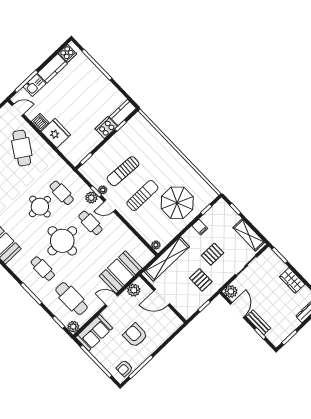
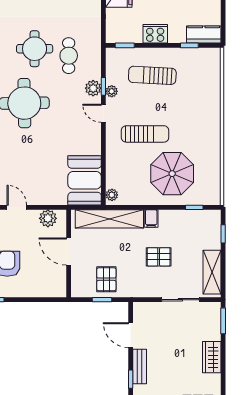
cooker: (106, 128) -> (155, 34), moved
sun lounger: (123, 171) -> (152, 75), moved
cafe table: (90, 223) -> (69, 112), removed
filing cabinet: (200, 227) -> (151, 218), moved
booth: (121, 272) -> (85, 180), moved, turned 90
pallet: (201, 280) -> (106, 279), moved
plant: (231, 291) -> (142, 311), removed
door: (238, 310) -> (131, 335), swing flipped

